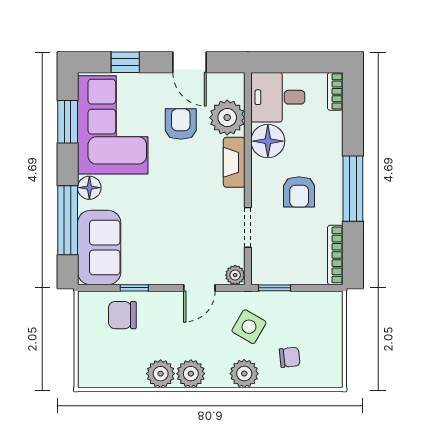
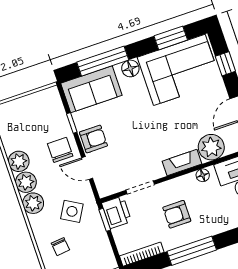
armchair: (181, 124) -> (93, 139), moved
floor lamp: (268, 141) -> (203, 175), width x0.53, depth x0.53
printer: (270, 269) -> (117, 212), added
plant: (235, 275) -> (104, 190), removed
chair: (122, 315) -> (60, 150), moved
plant: (244, 374) -> (33, 203), moved

